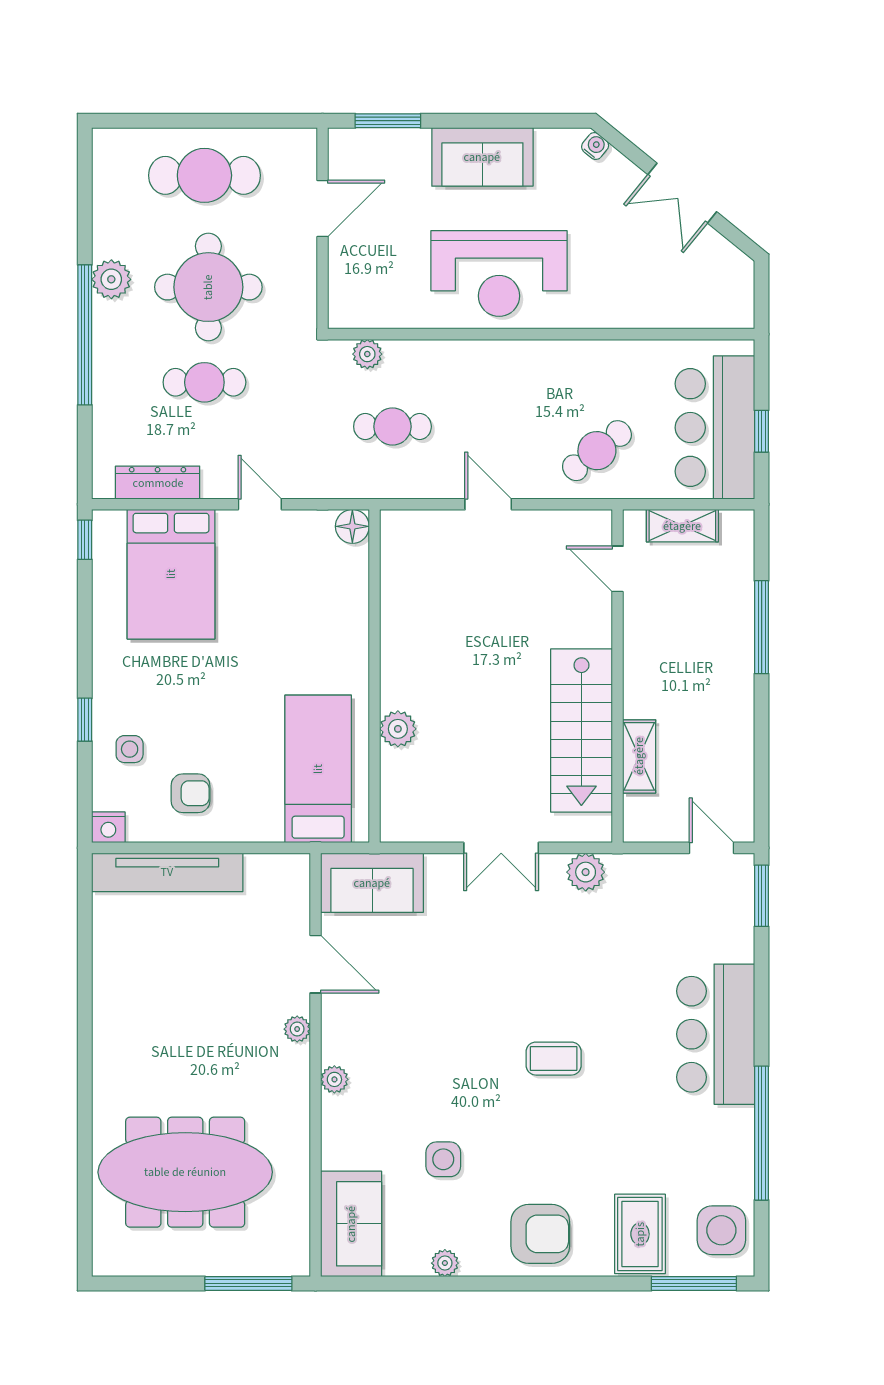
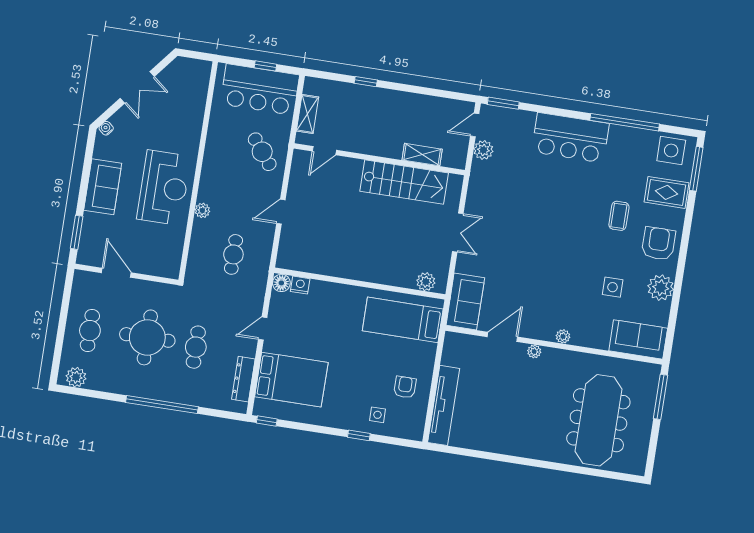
cafe table: (204, 175) -> (90, 331), width x0.73, depth x0.74
plant: (111, 279) -> (76, 377), moved
plant: (367, 354) -> (202, 210), moved
window: (762, 627) -> (366, 82), width x0.46
plant: (398, 729) -> (426, 282), moved
nightstand: (108, 827) -> (300, 285), moved, turned -90
plant: (586, 872) -> (483, 150), moved
coffee table: (554, 1059) -> (619, 216), moved
plant: (445, 1263) -> (661, 288), width x1.88, depth x1.88

